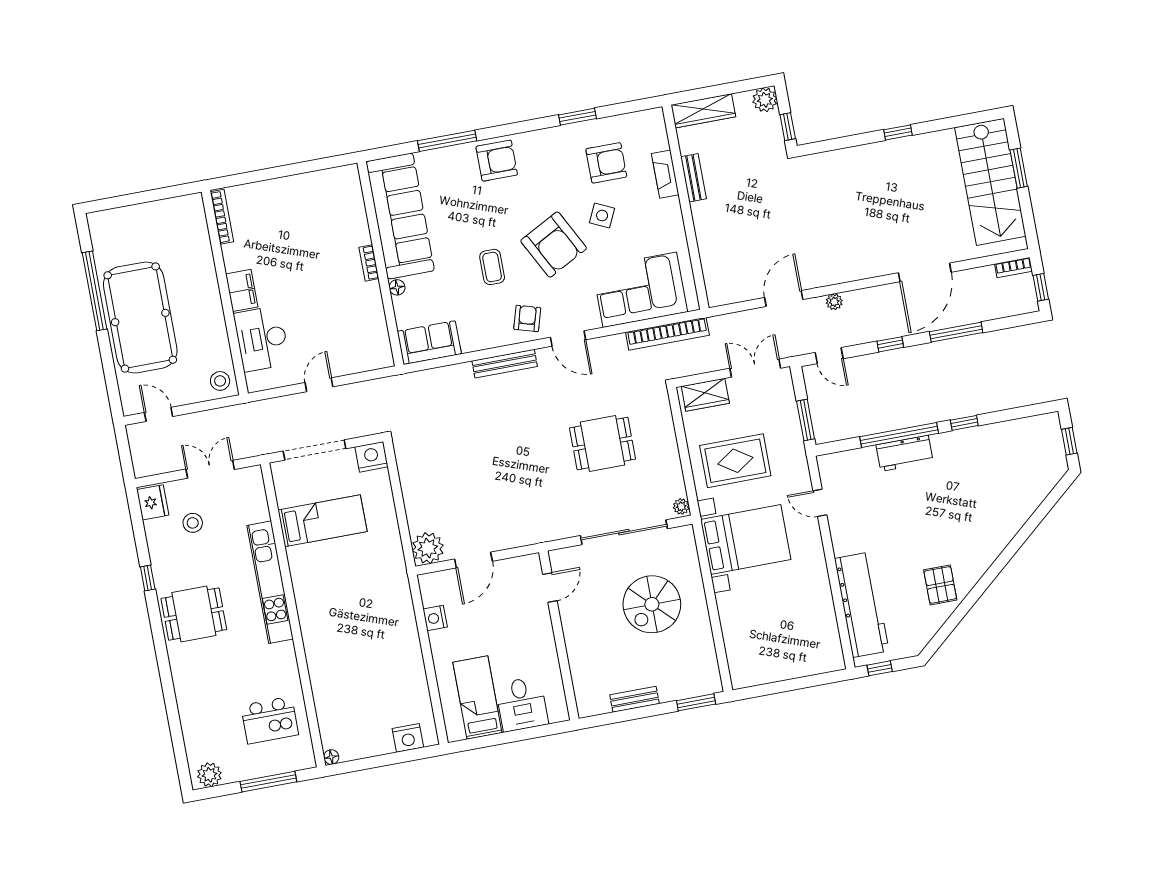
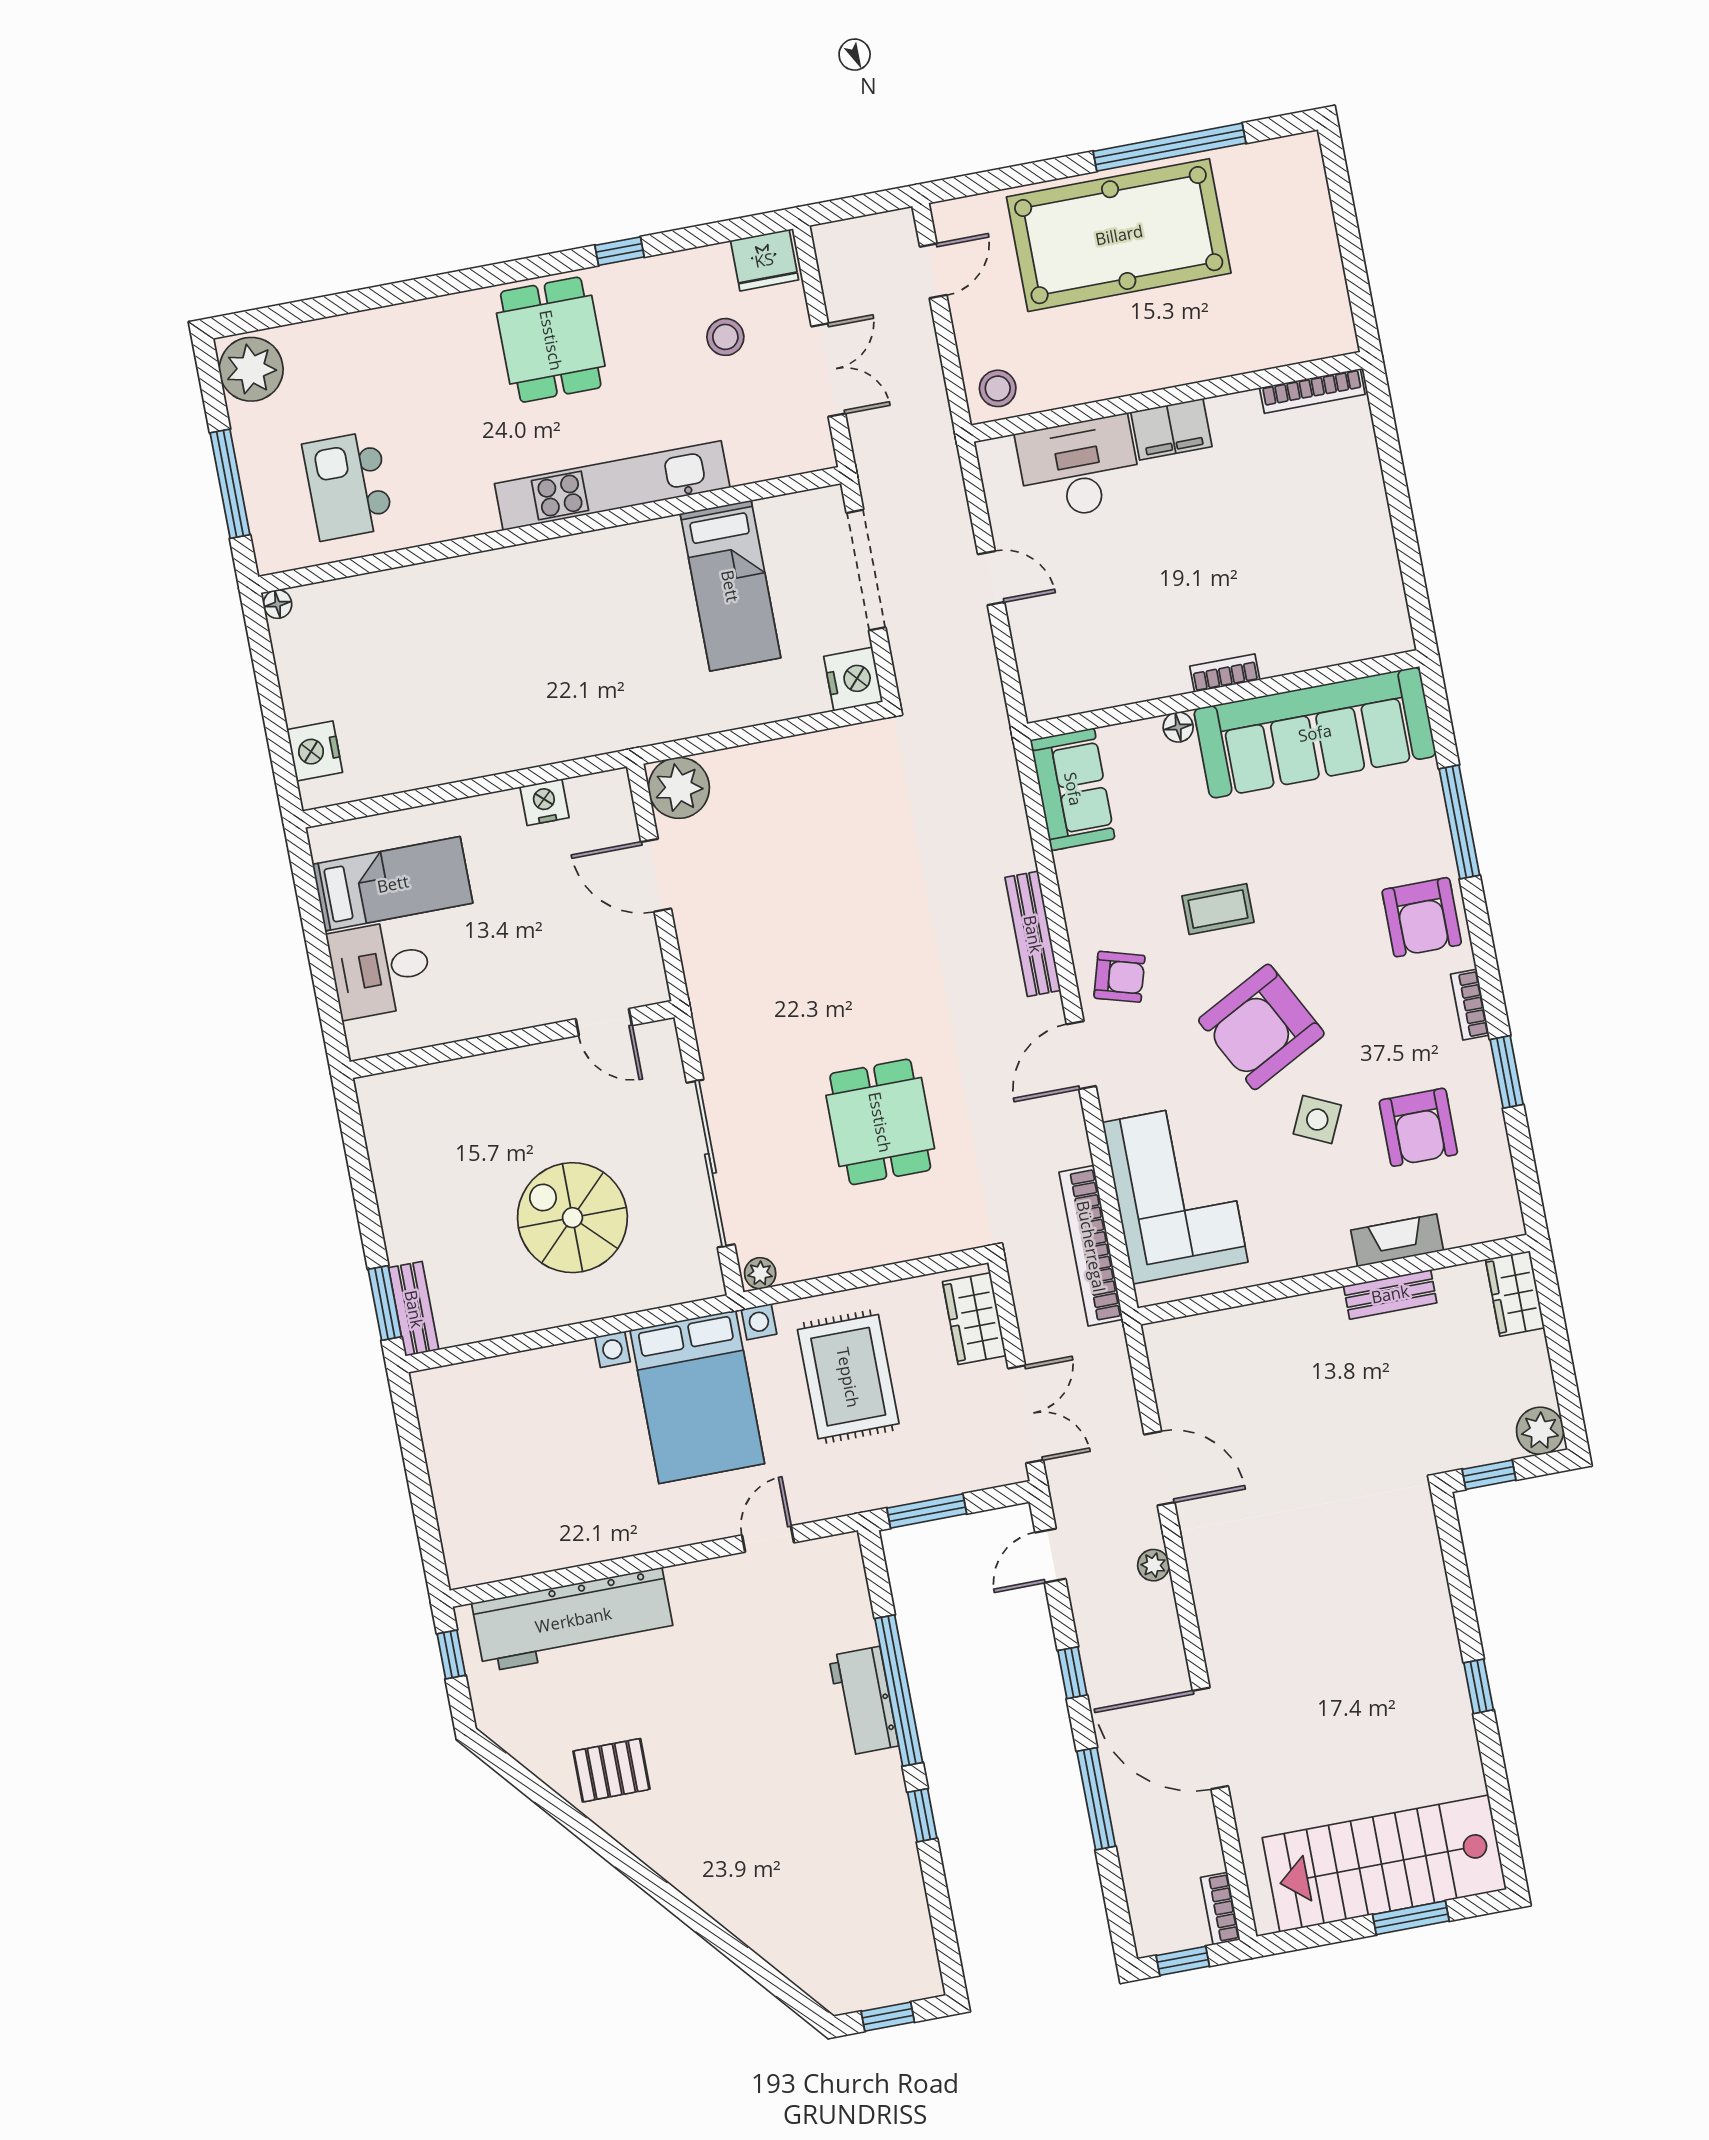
wardrobe: (703, 111) -> (1515, 1294), width x0.67
bookcase: (542, 136) -> (1470, 1005), added
bench: (635, 699) -> (414, 1309), moved
plant: (209, 775) -> (251, 369), width x1.36, depth x1.36

